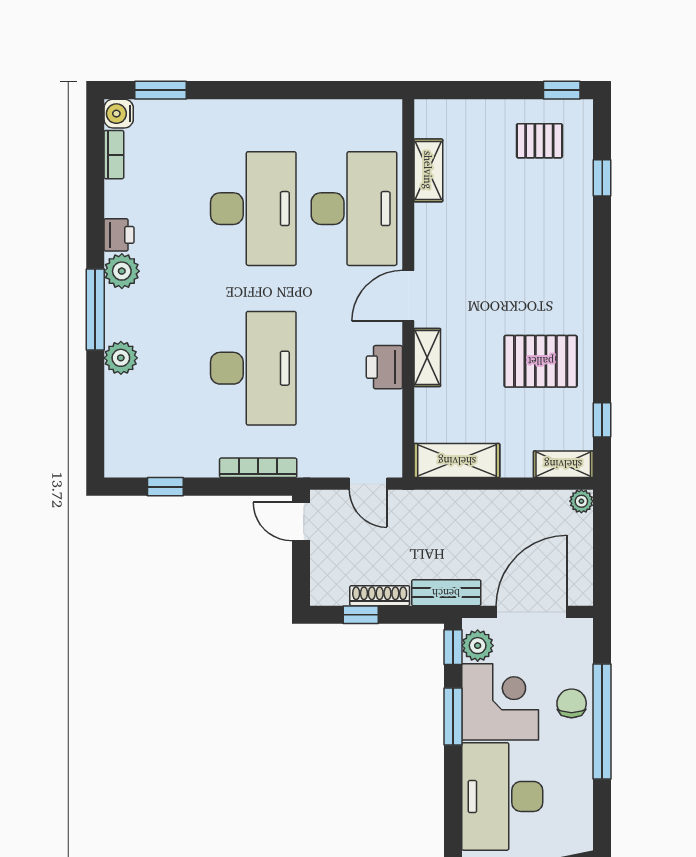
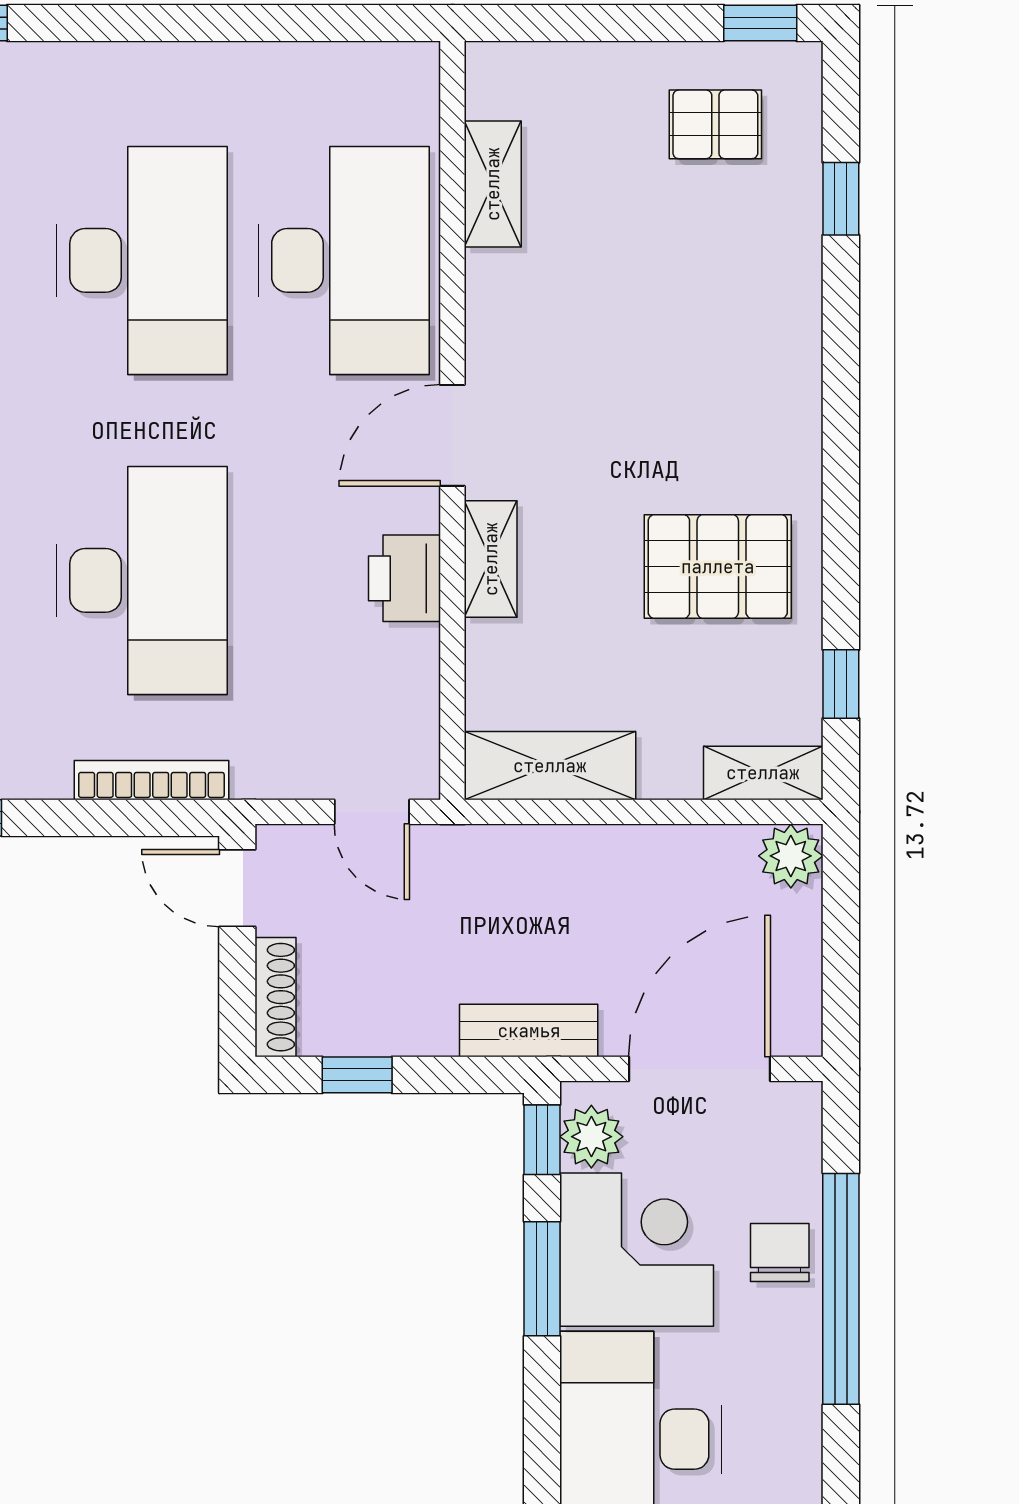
plant: (581, 501) -> (791, 856), width x1.38, depth x1.38
shoe rack: (380, 596) -> (275, 997), moved, turned 90

